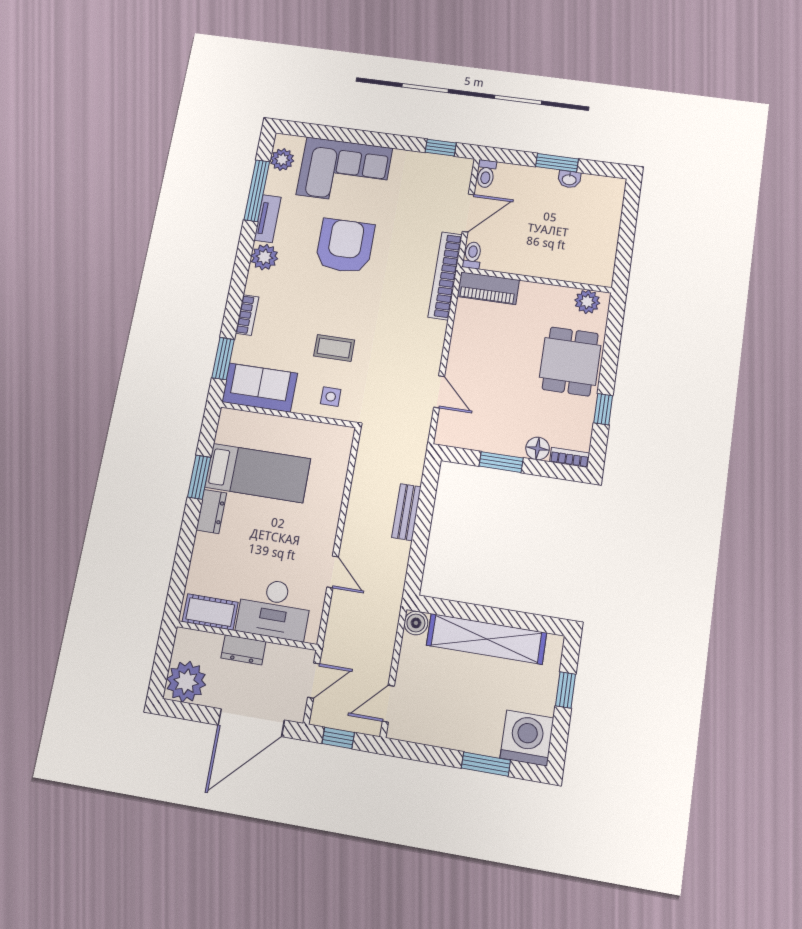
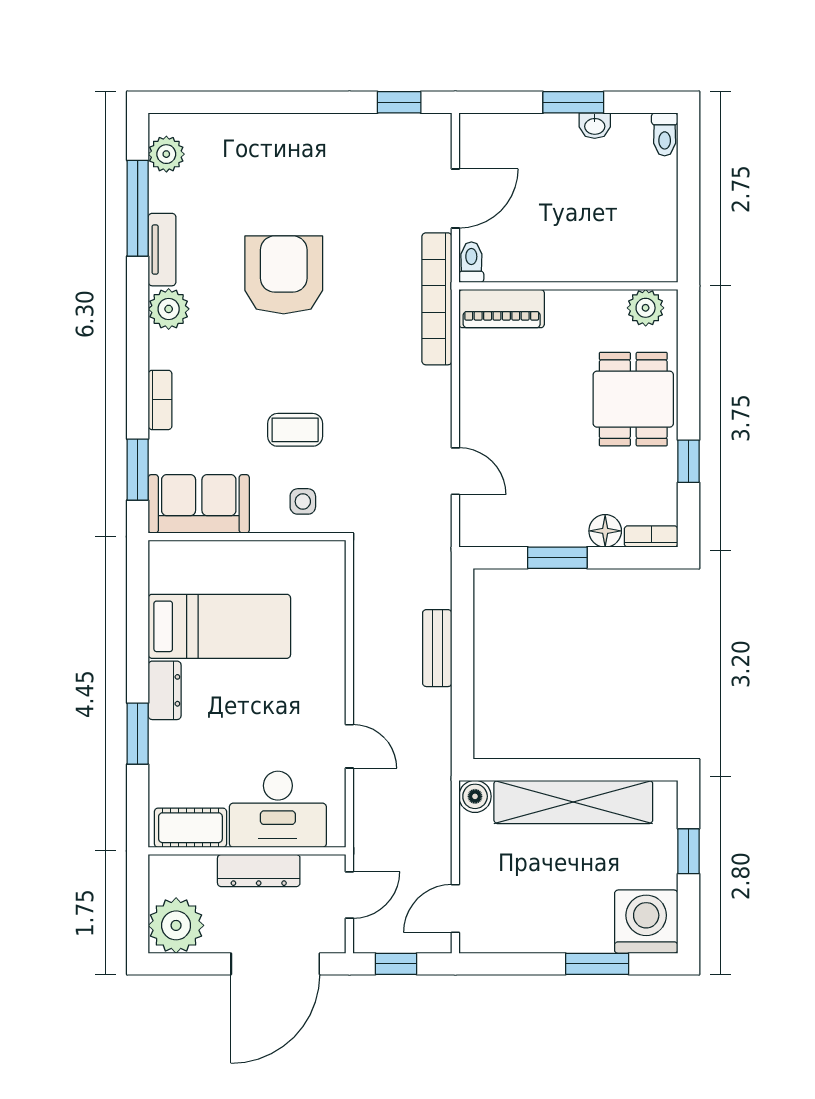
corner sofa: (344, 171) -> (263, 160), removed
toilet: (486, 174) -> (665, 134), moved
window: (199, 477) -> (138, 734), moved
dresser: (243, 650) -> (259, 871), width x1.44

